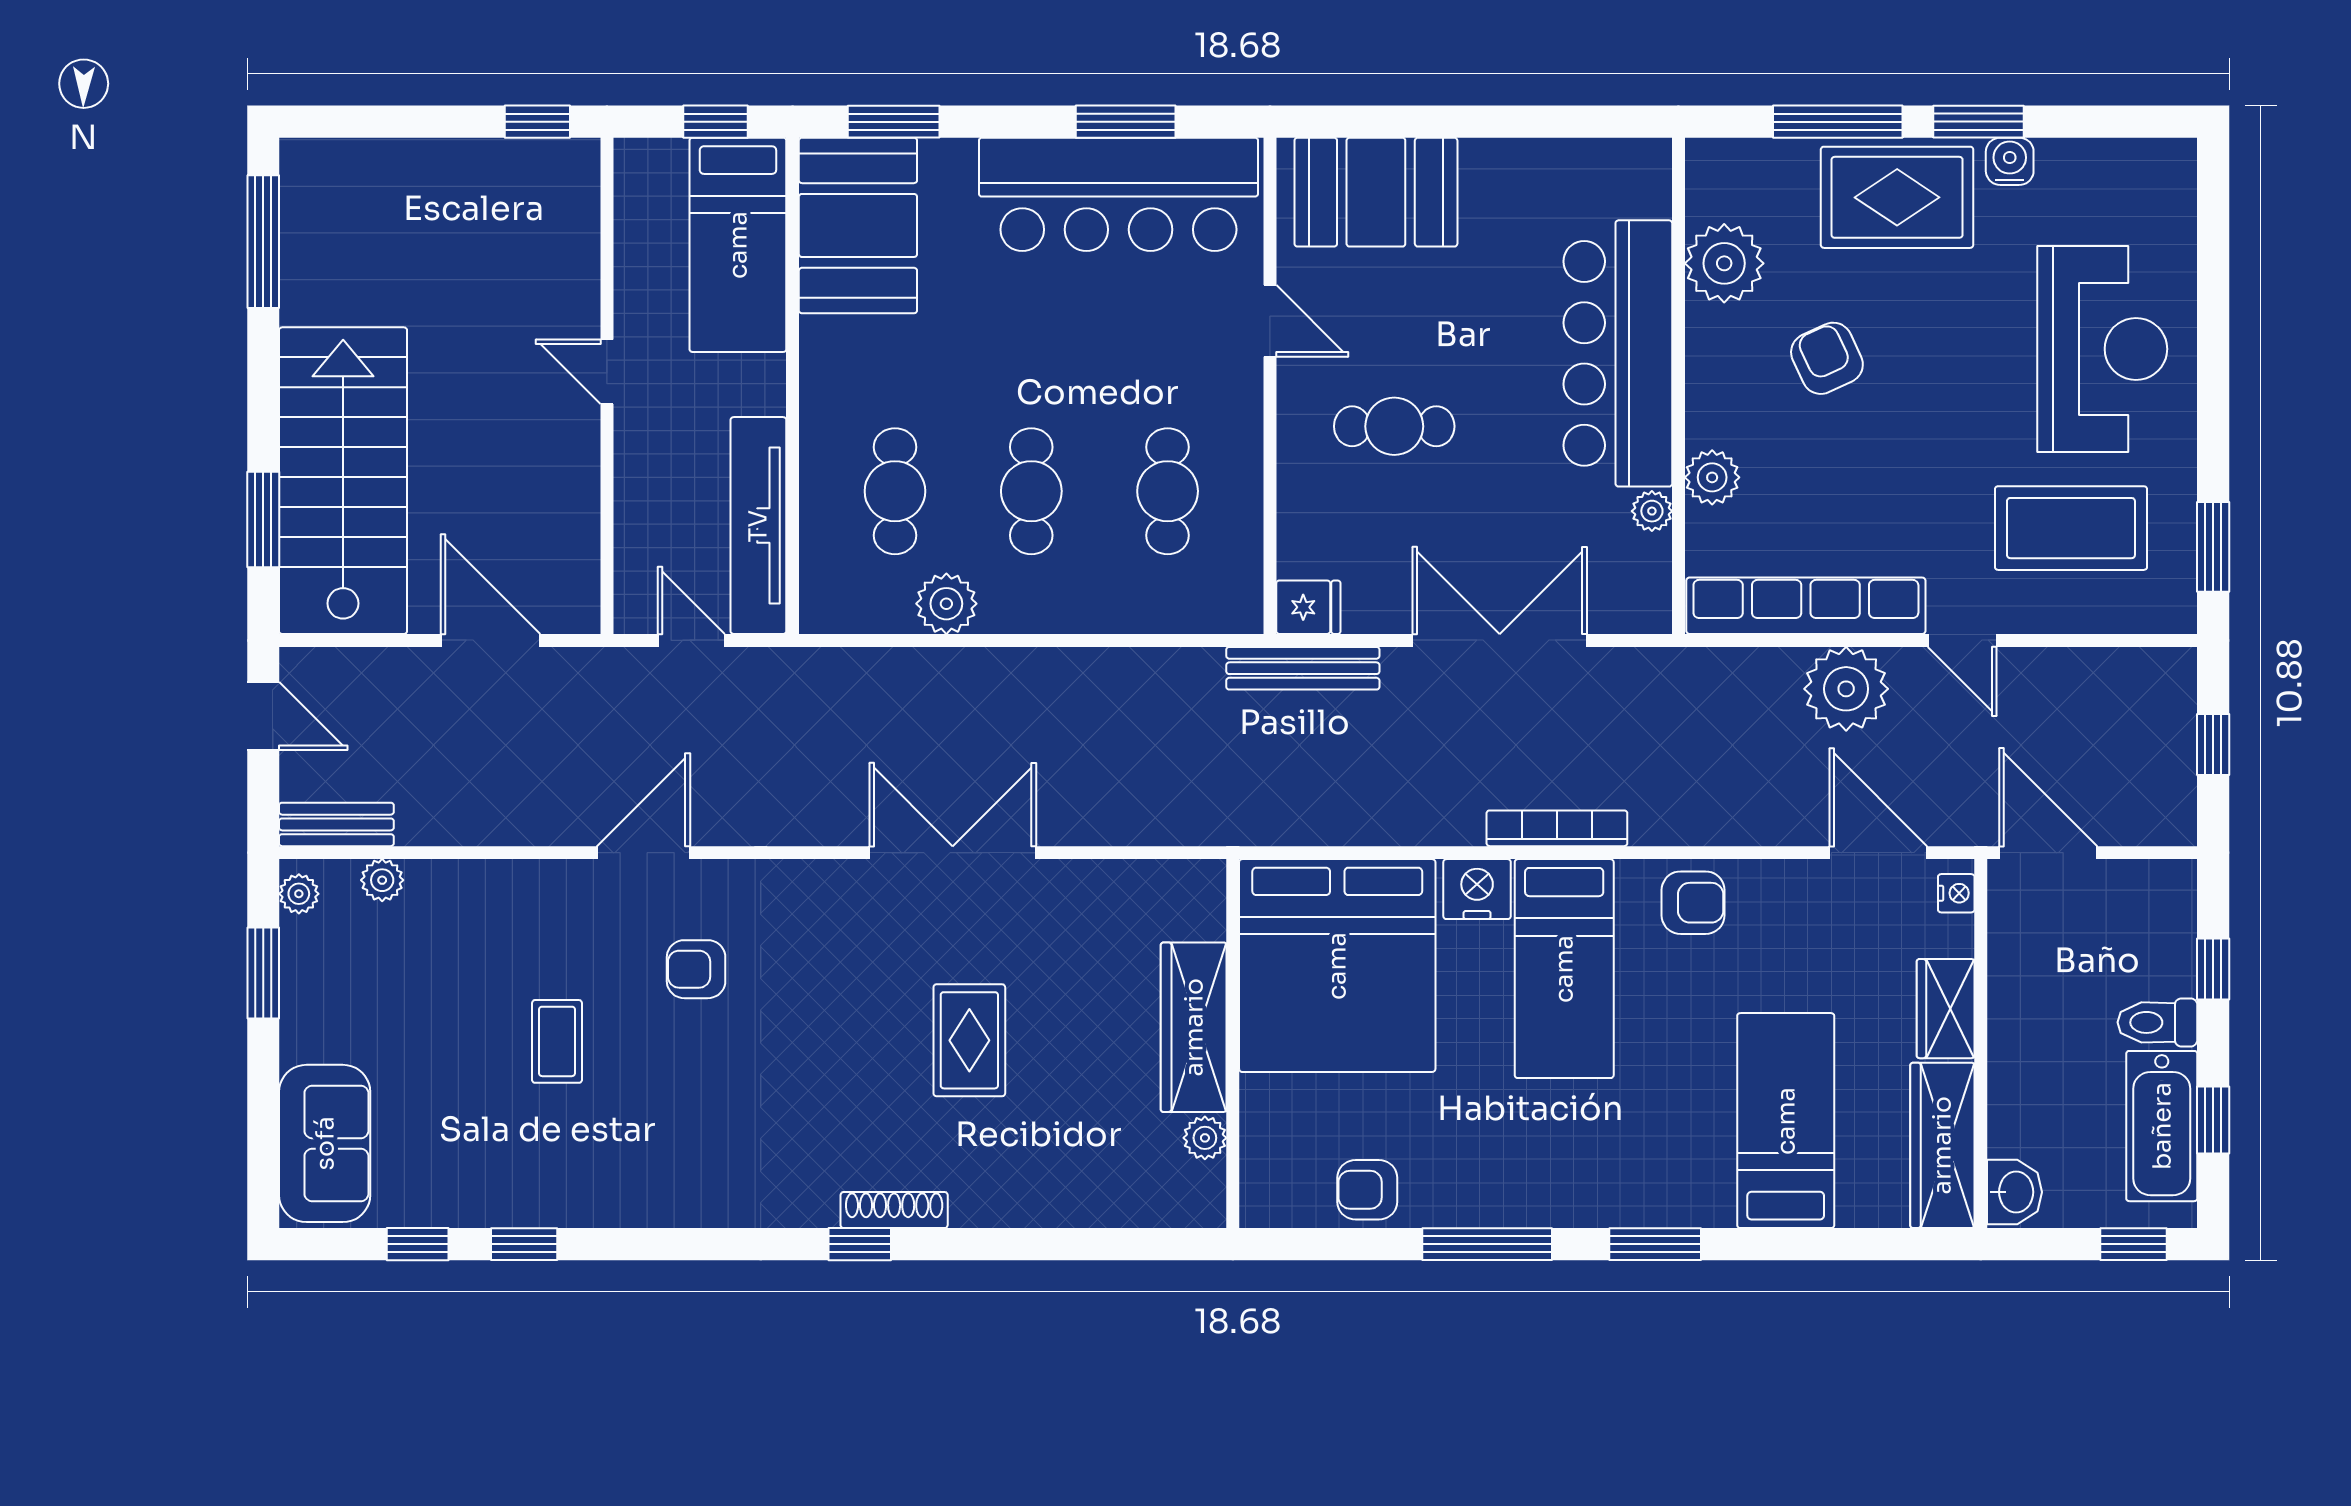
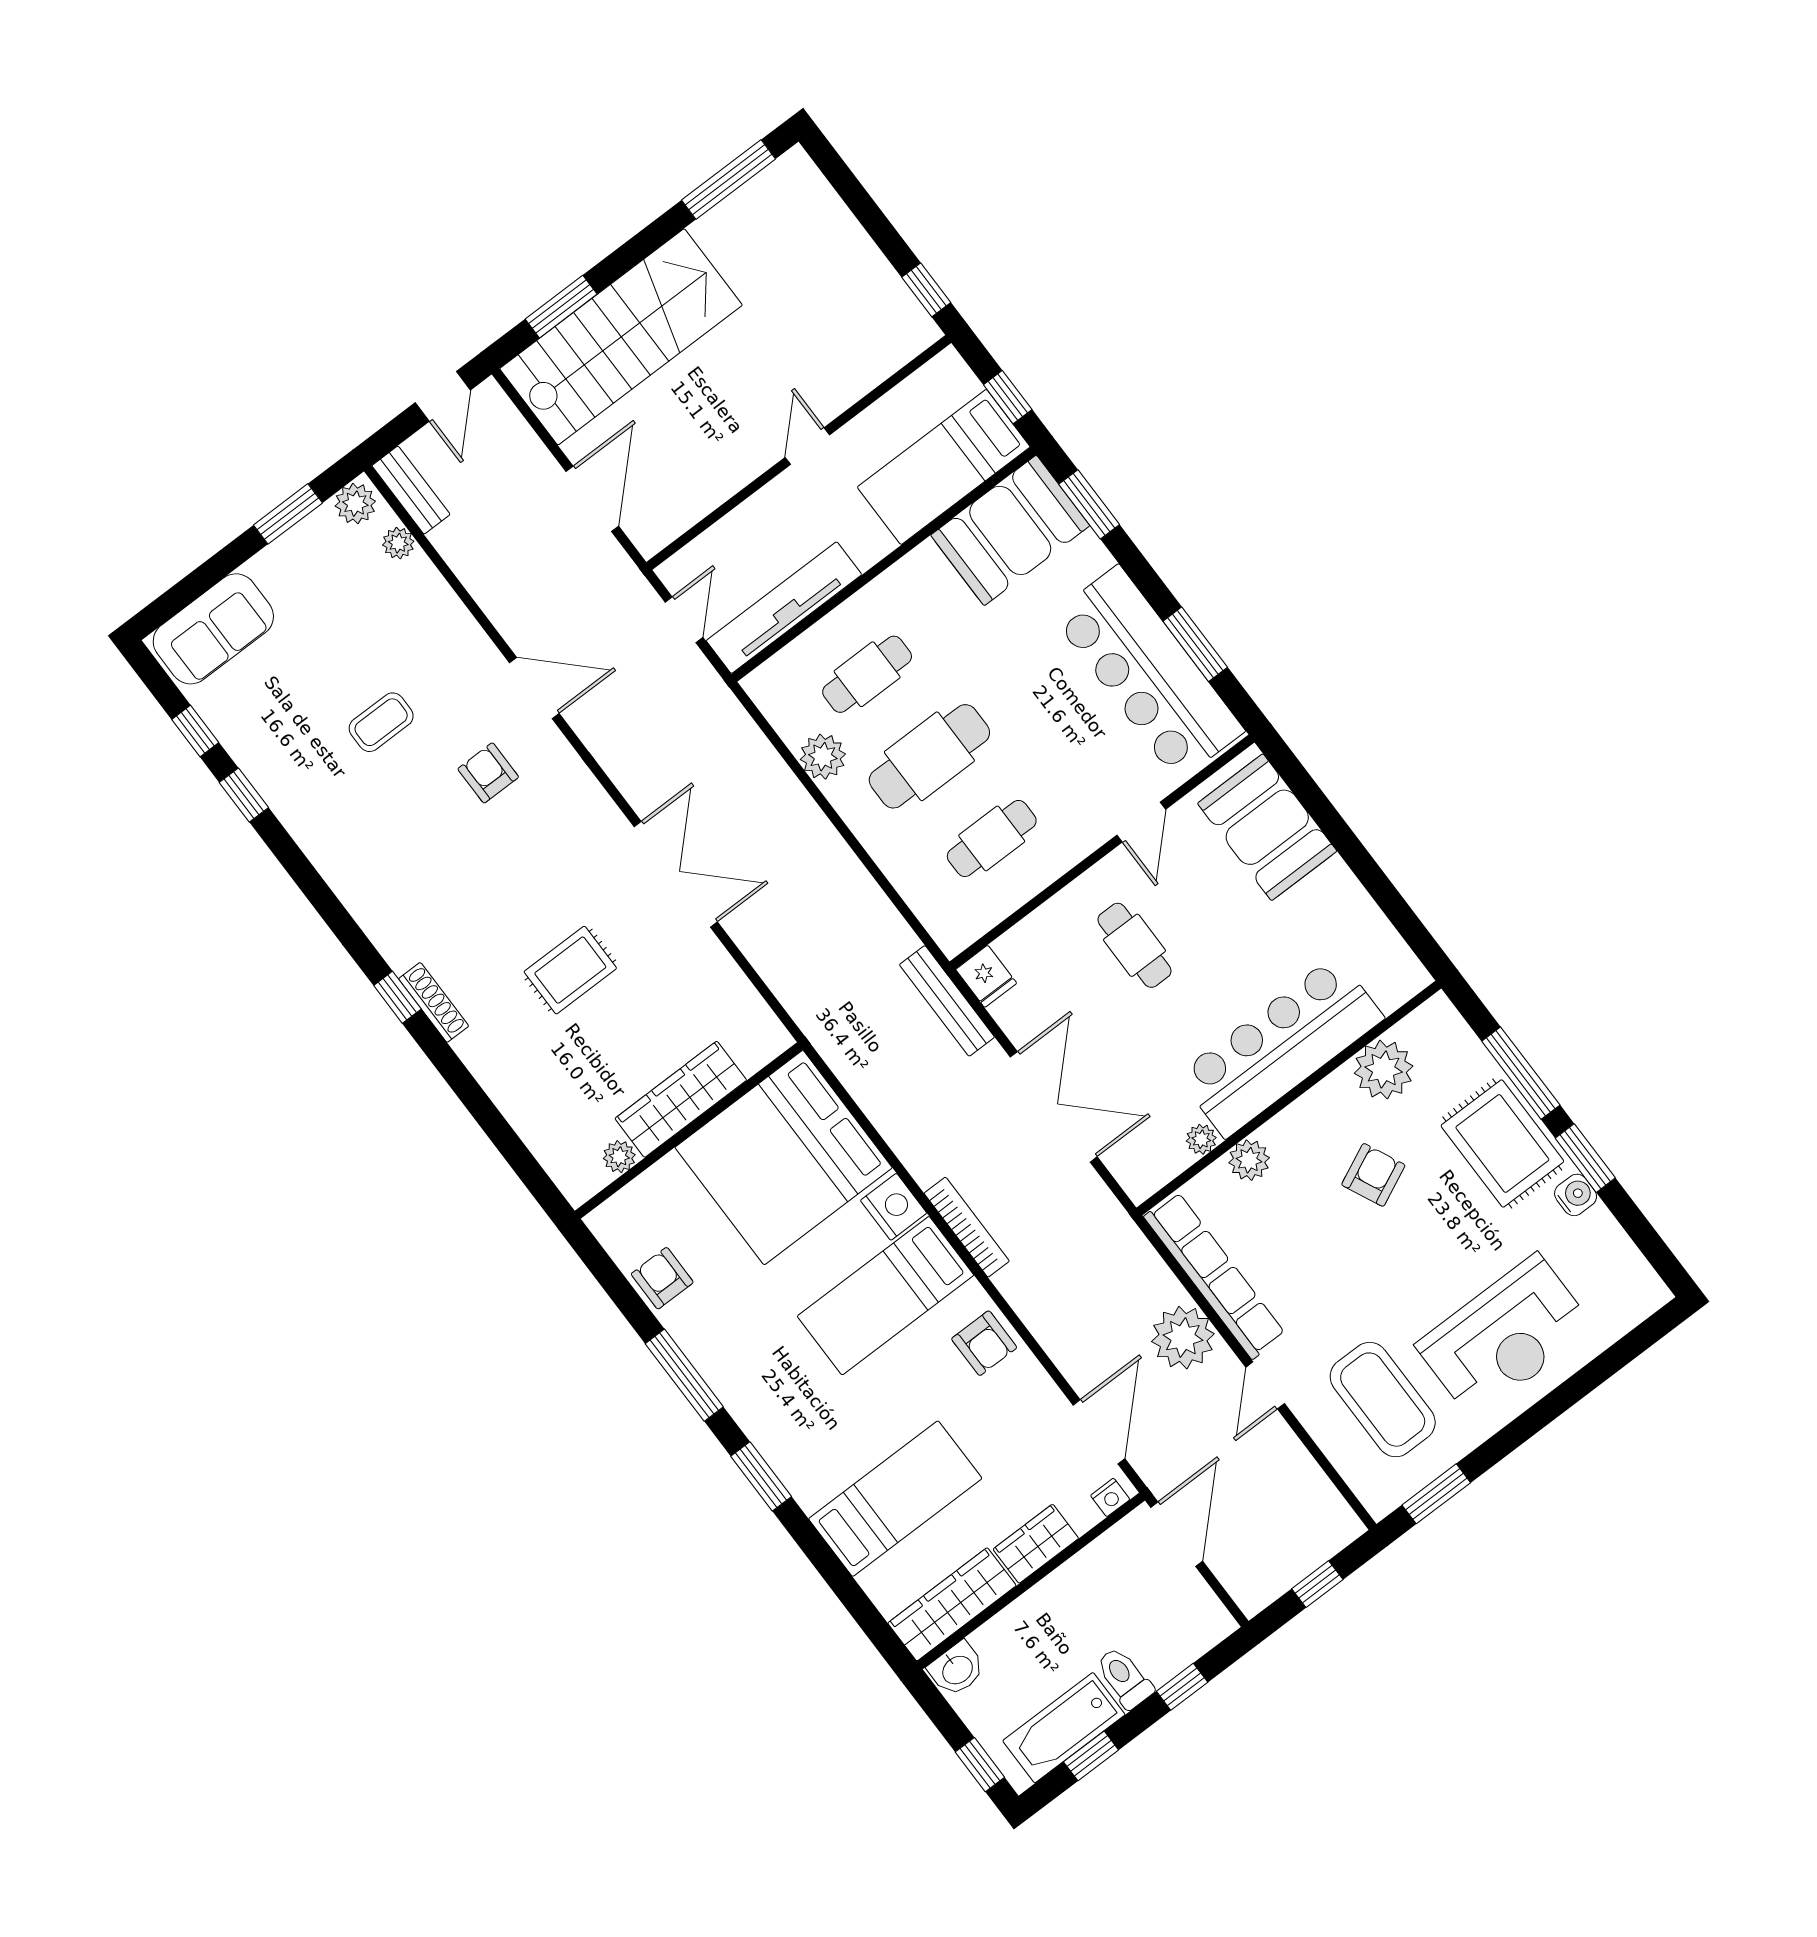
cafe table: (1031, 491) -> (929, 756), width x1.37, depth x1.35
plant: (299, 894) -> (355, 504), width x1.38, depth x1.38

